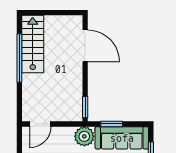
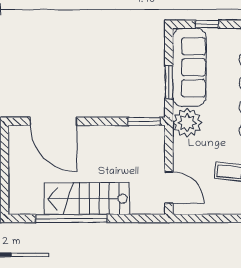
stairs: (33, 44) -> (87, 199), moved
door: (85, 46) -> (53, 121), swing flipped

